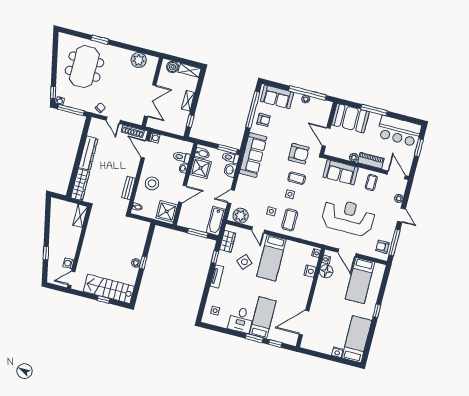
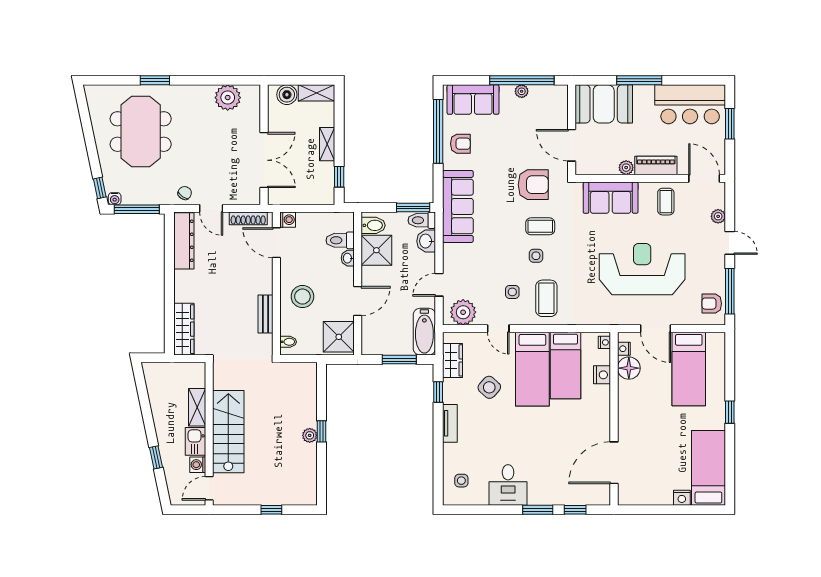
dresser: (88, 153) -> (184, 241), moved
shelving: (80, 216) -> (197, 407), moved
kitchen sink: (70, 250) -> (196, 441), added
stairs: (109, 289) -> (228, 432), moved, turned 90
bed: (263, 318) -> (565, 366), moved, turned 180

